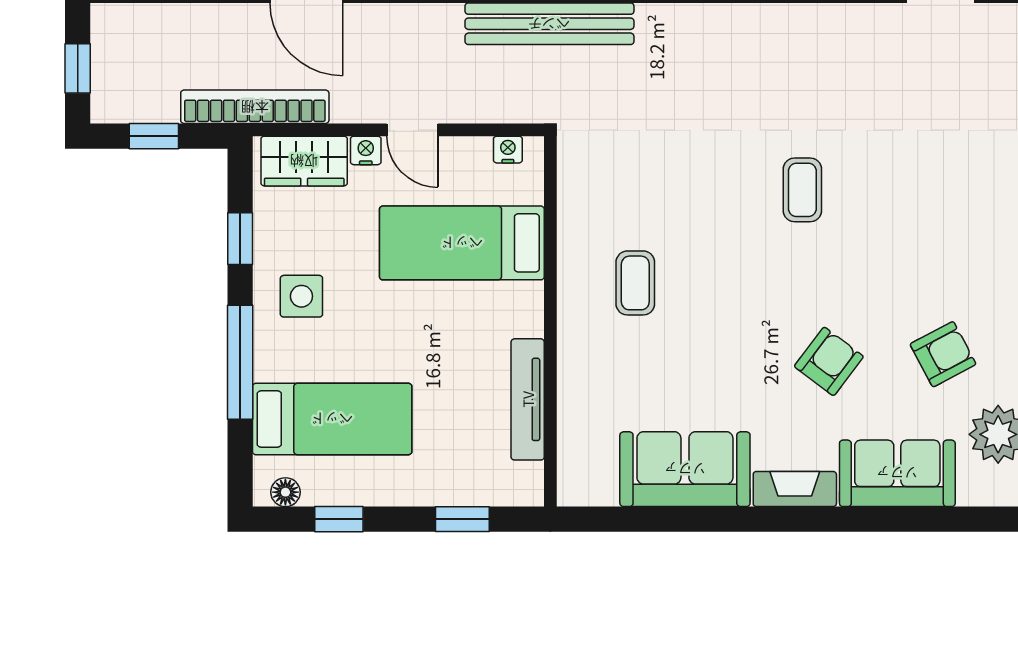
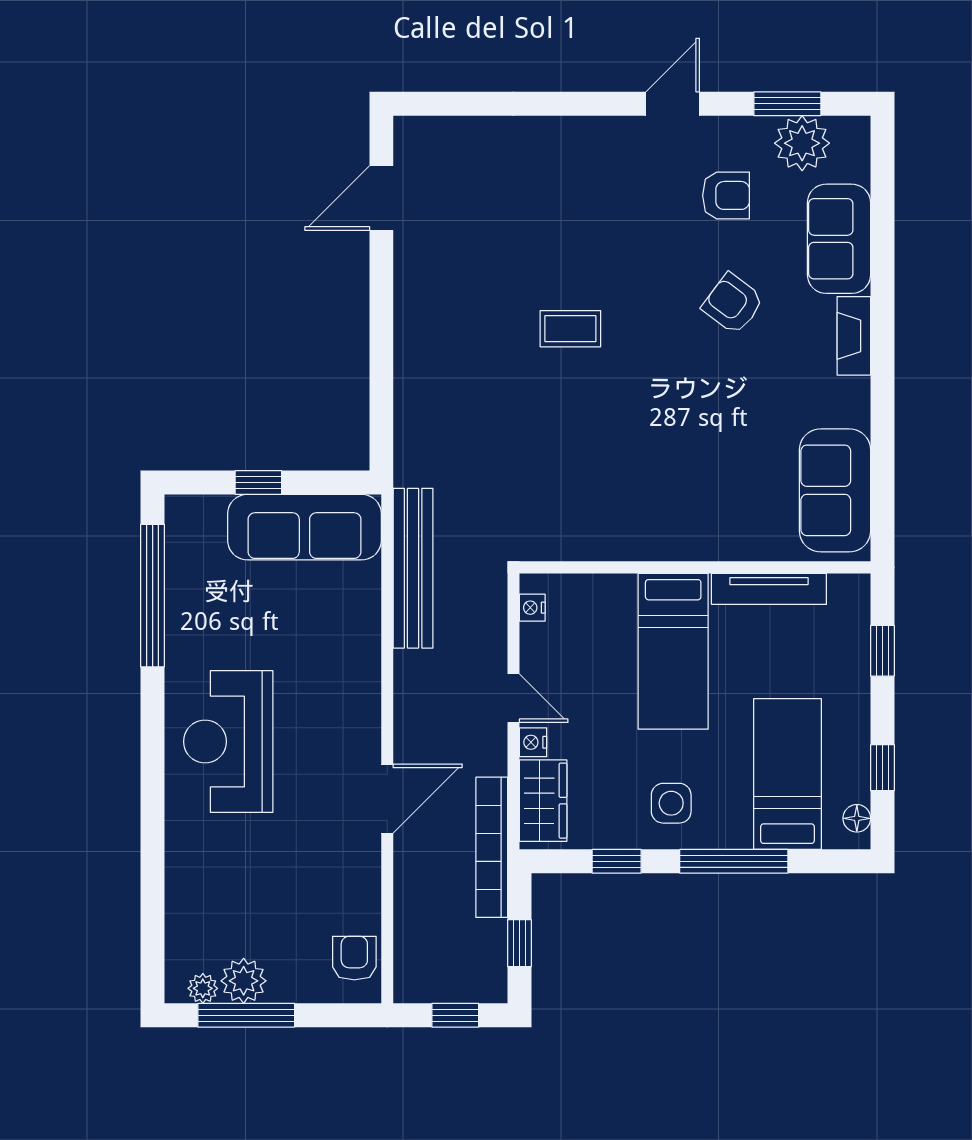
door: (412, 130) -> (514, 698), hinge flipped
bed: (462, 243) -> (673, 651), moved
coffee table: (635, 283) -> (659, 487), removed
armchair: (943, 354) -> (726, 195), turned 118
sofa: (685, 469) -> (835, 490), moved

